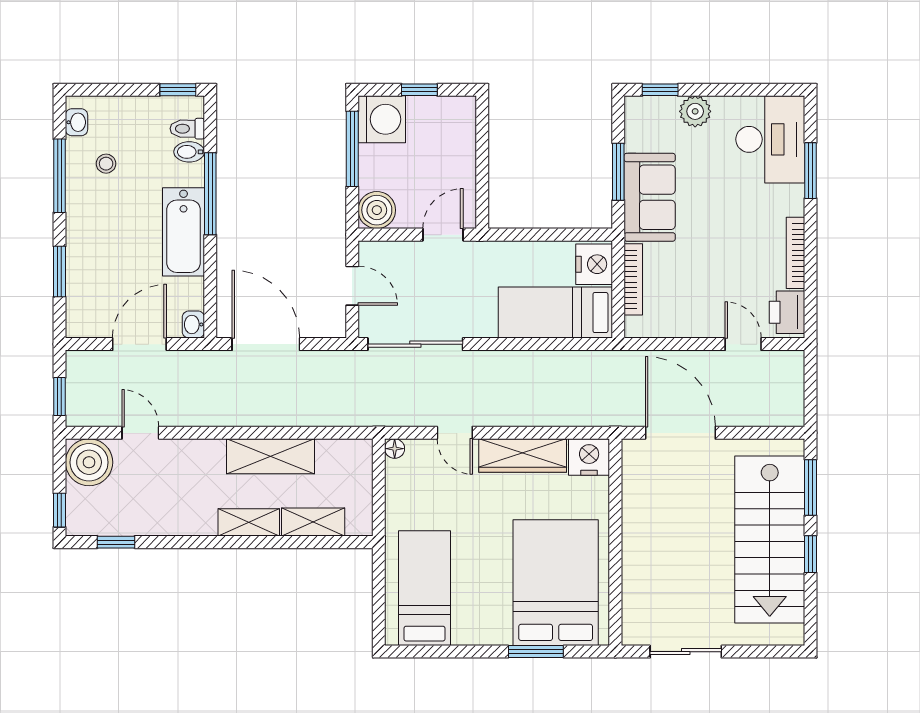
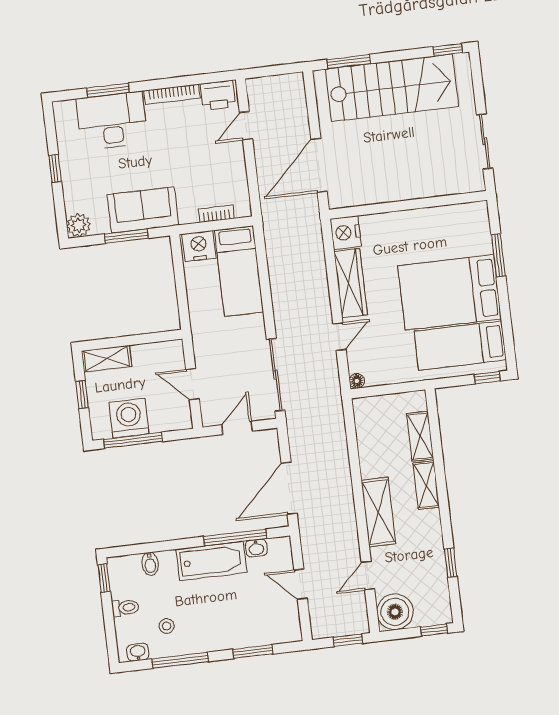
window: (660, 90) -> (55, 168), moved
plant: (695, 111) -> (79, 225), moved
washing machine: (382, 119) -> (129, 418), moved
shelving: (462, 127) -> (107, 359), added
toilet: (187, 129) -> (125, 608), moved, turned -90
desk: (770, 139) -> (112, 121), moved
window: (210, 194) -> (235, 538), moved
boiler: (377, 210) -> (177, 416), removed
door: (443, 235) -> (192, 384), moved
bookcase: (633, 279) -> (216, 214), width x0.64
washbasin: (193, 324) -> (256, 548), moved
door: (139, 344) -> (301, 584), width x0.73
shelving: (270, 456) -> (378, 512), moved
window: (116, 542) -> (451, 563), moved
window: (810, 554) -> (448, 50), moved
bed: (556, 583) -> (450, 292), moved
window: (379, 618) -> (487, 378), added

